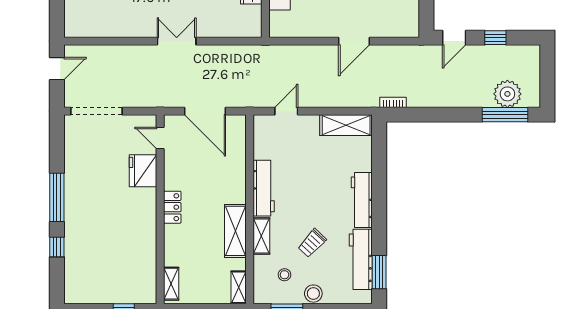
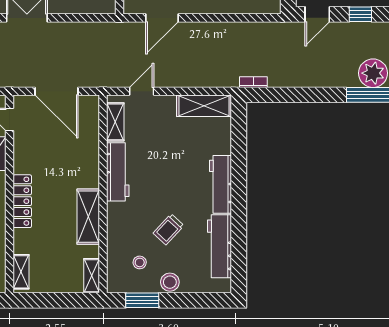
door: (354, 41) -> (162, 18), moved
locker: (172, 207) -> (22, 201), width x1.53
shelving: (261, 236) -> (115, 122), moved
window: (379, 272) -> (239, 260), removed

